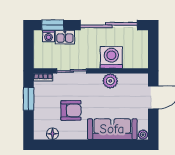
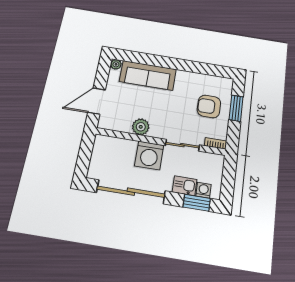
washing machine: (111, 57) -> (149, 155), moved
window: (29, 99) -> (236, 108), moved
armchair: (71, 110) -> (209, 106), moved
floor lamp: (52, 134) -> (213, 81), removed

